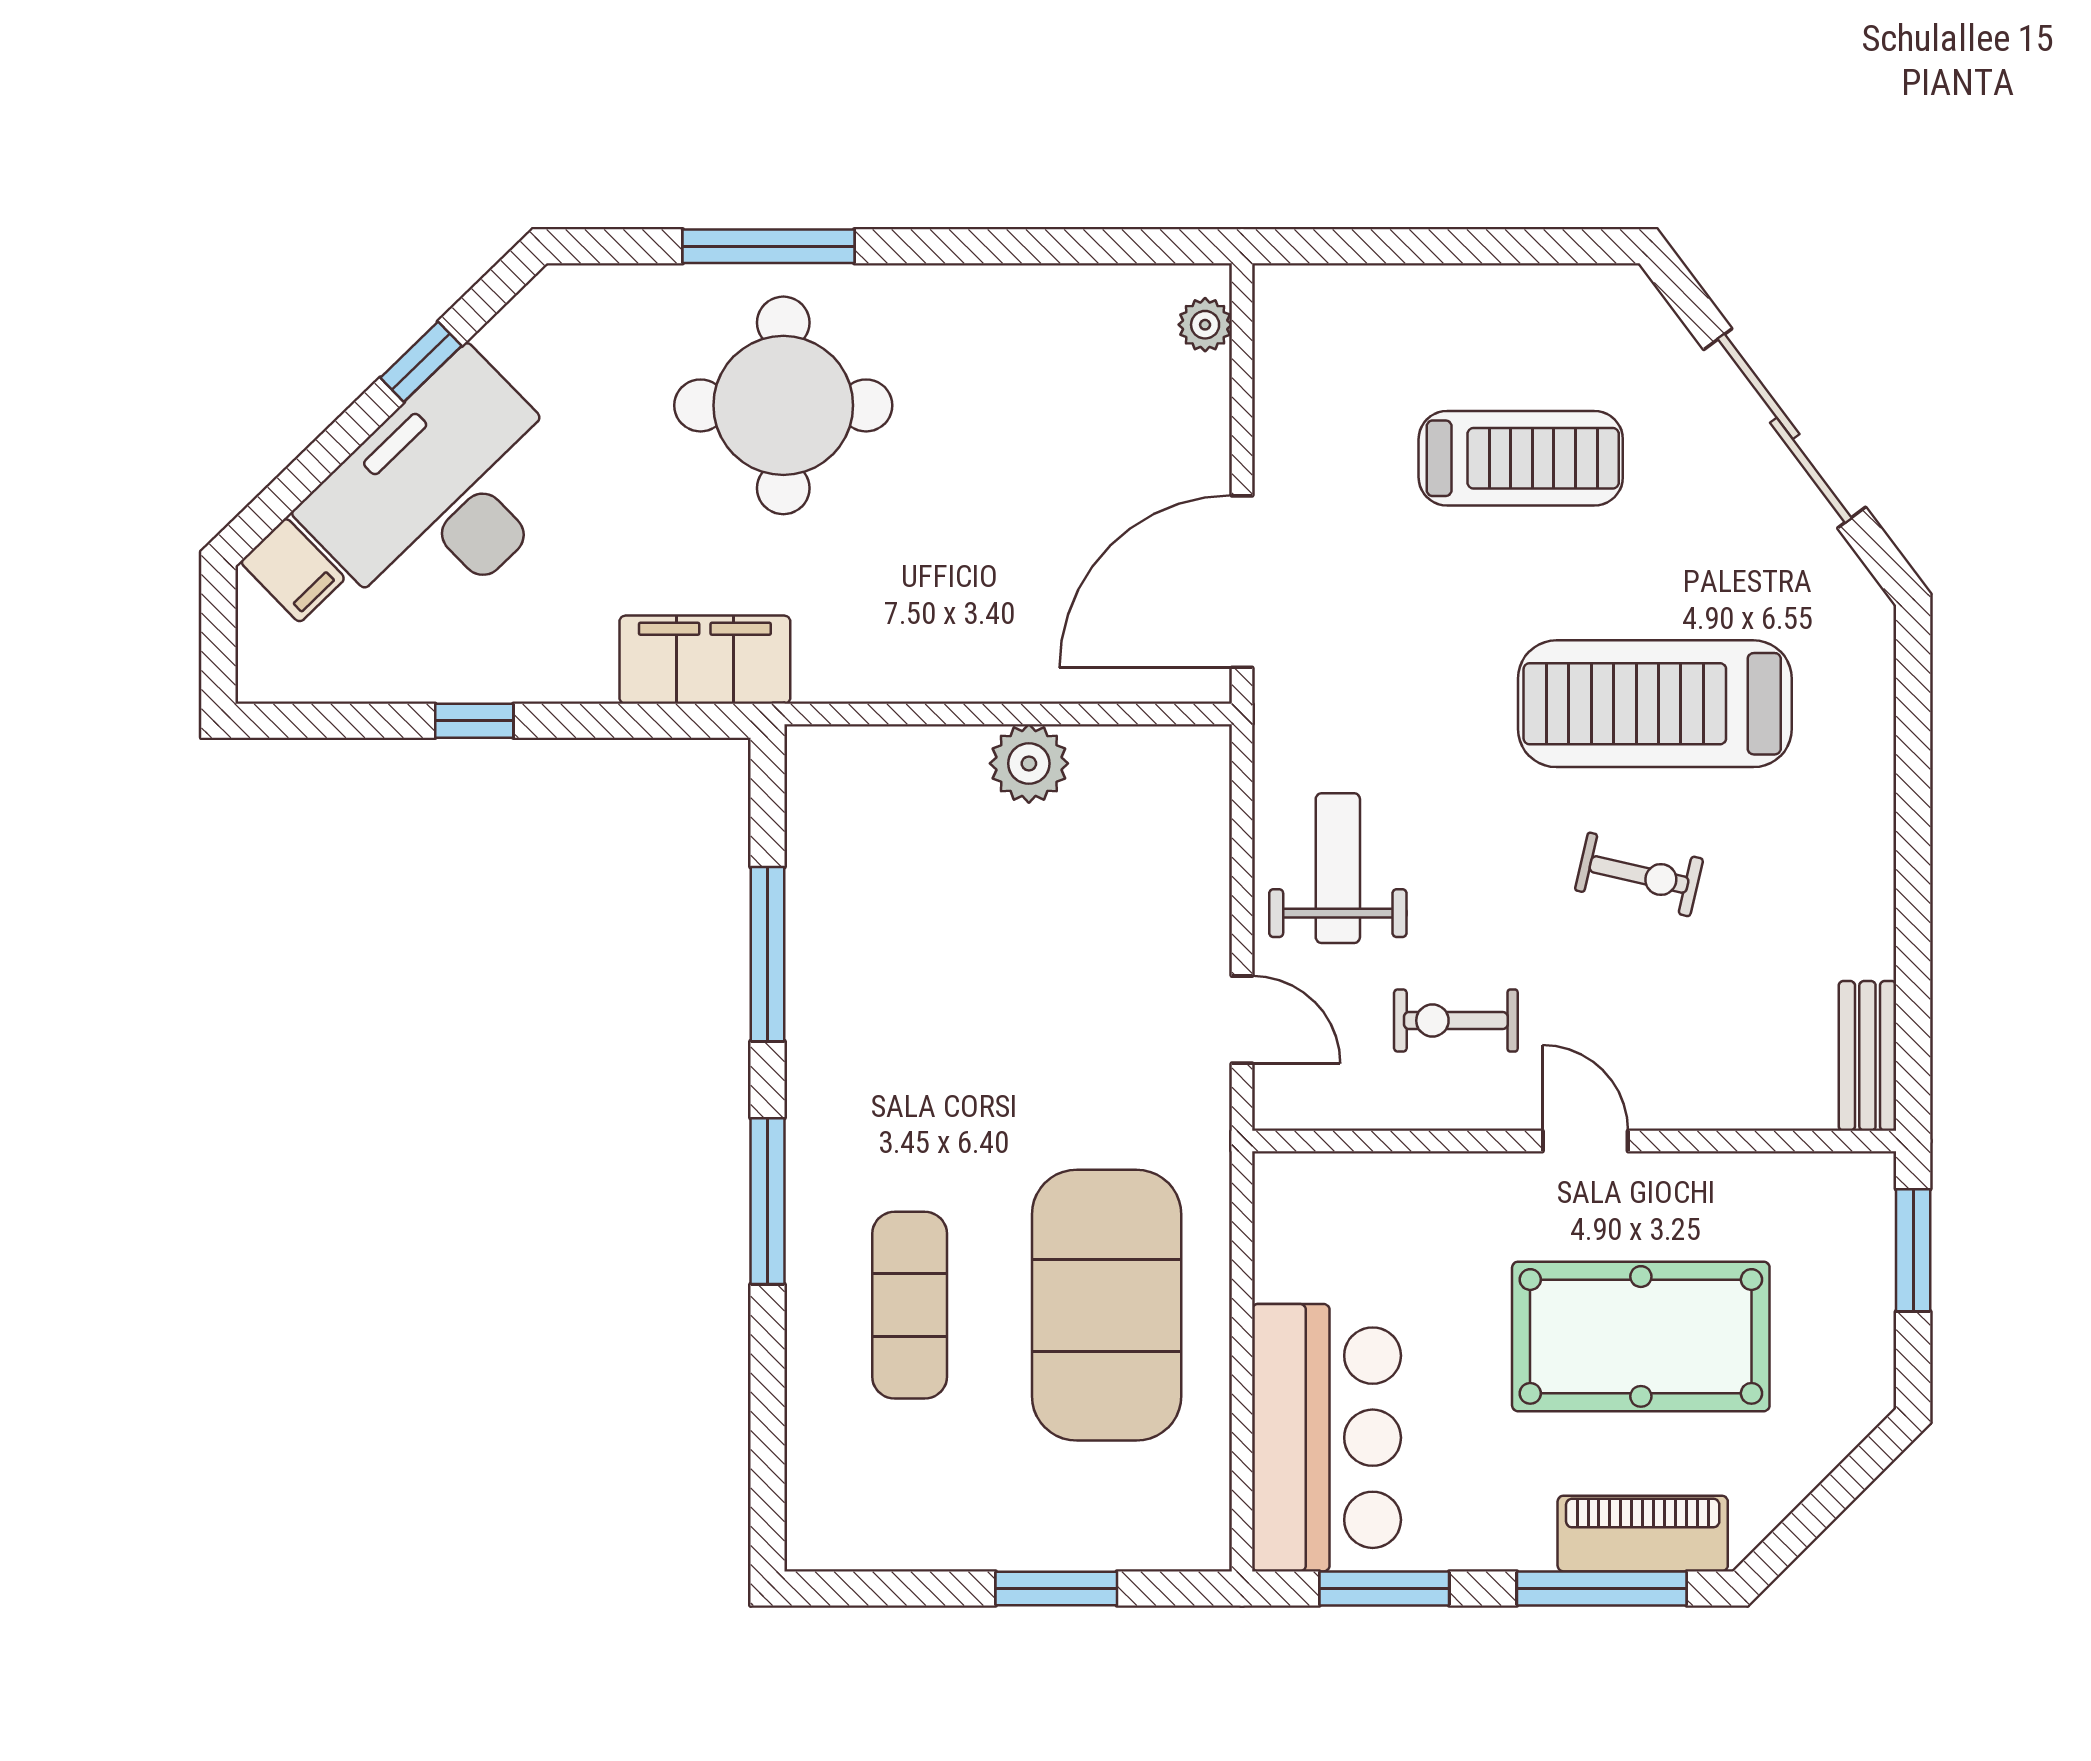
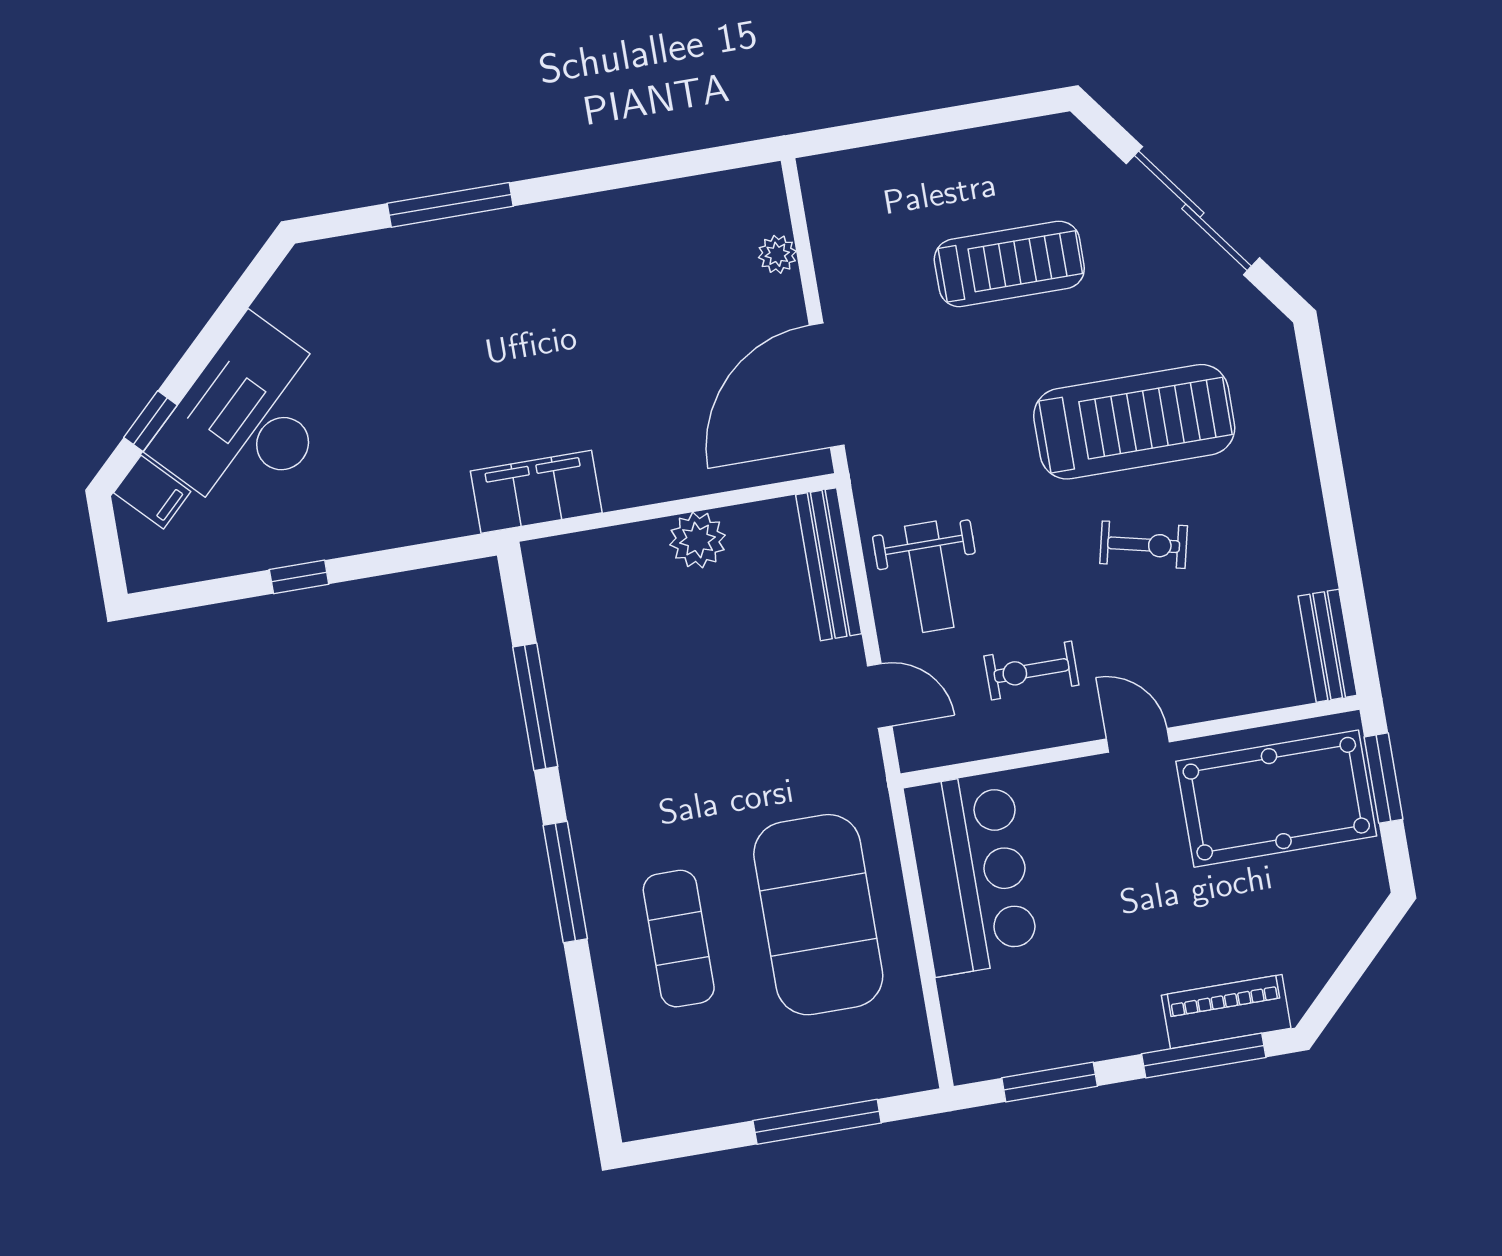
plant: (1205, 325) -> (777, 254), moved
window: (421, 362) -> (150, 421), moved
round table: (783, 405) -> (480, 316), removed
filing cabinet: (705, 660) -> (536, 492), moved
treadmill: (1655, 704) -> (1134, 422), turned 180
bench: (1203, 827) -> (829, 564), added
weight bench: (1338, 868) -> (929, 577), turned 180
pool table: (1641, 1336) -> (1276, 799), moved
bar counter: (1326, 1438) -> (972, 874), moved
window: (1056, 1588) -> (817, 1122), width x1.44

